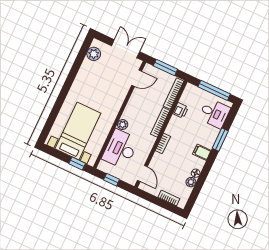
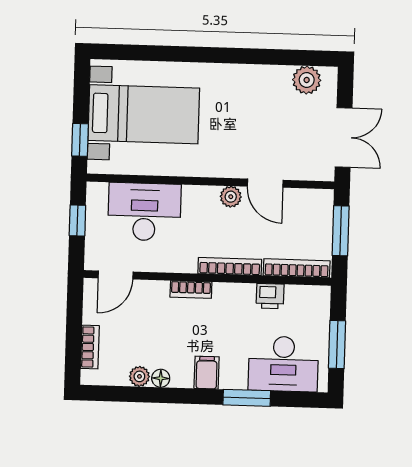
door: (137, 78) -> (265, 183), moved
window: (214, 90) -> (337, 345), width x0.69
desk: (214, 113) -> (283, 364), width x1.37
plant: (123, 124) -> (231, 197), moved

